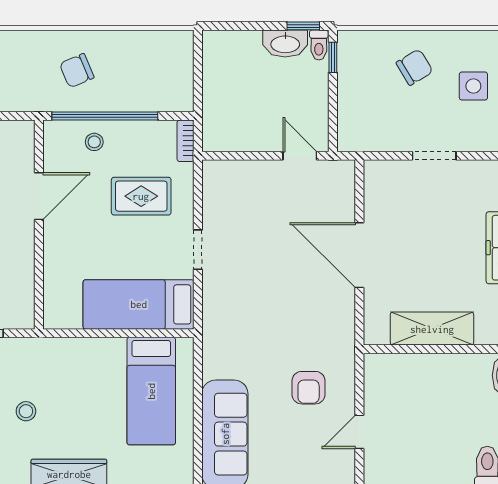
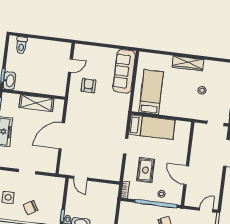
door: (39, 196) -> (186, 175), hinge flipped
rug: (141, 196) -> (146, 170), turned 90
door: (359, 255) -> (62, 136), swing flipped

